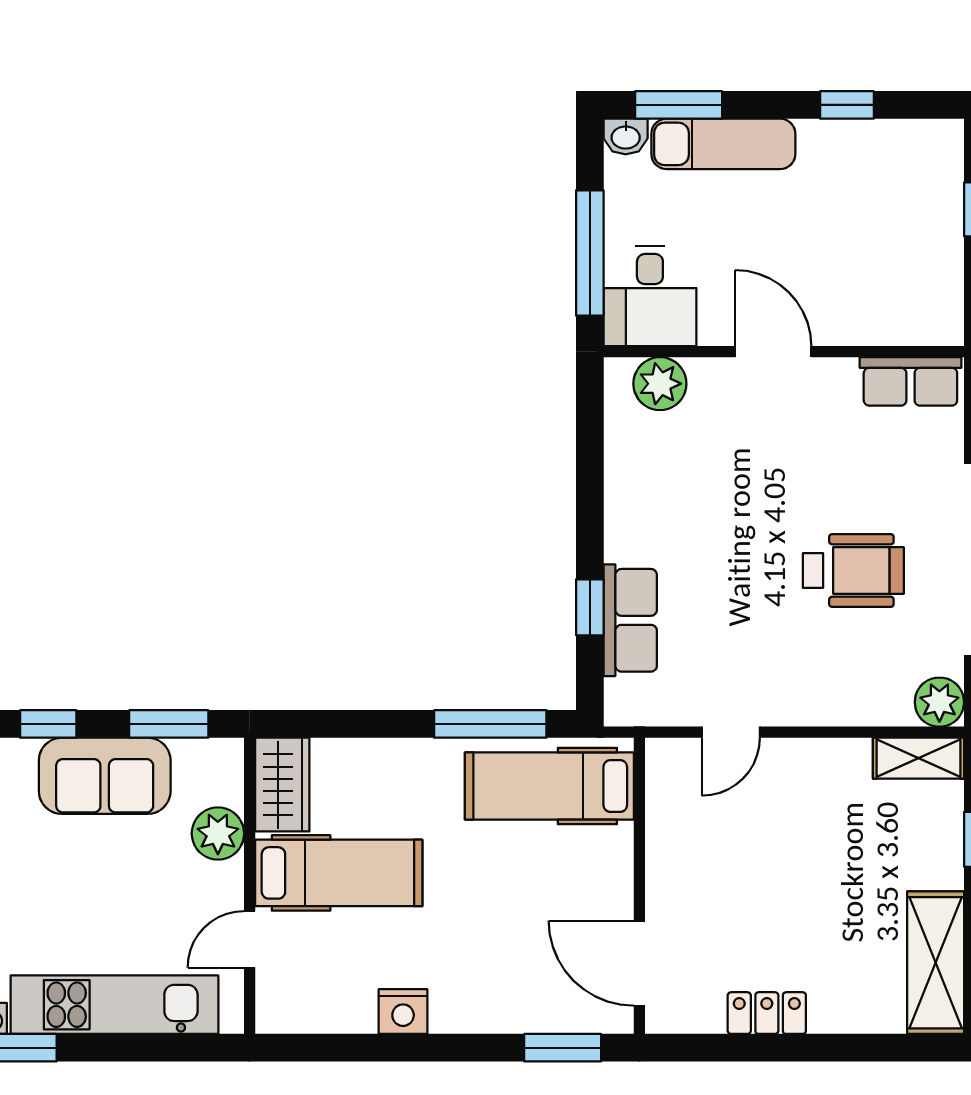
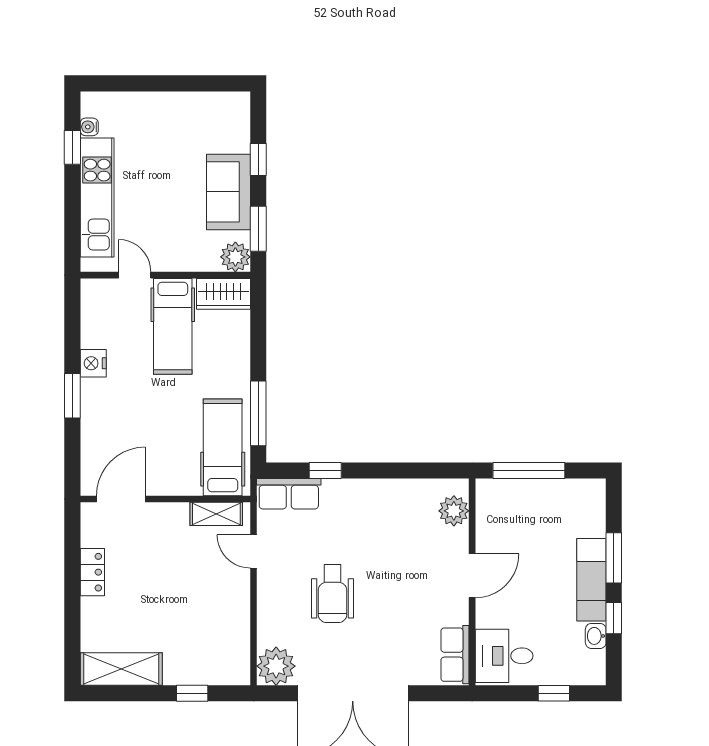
window: (679, 105) -> (614, 558), moved
washbasin: (626, 136) -> (596, 636), moved
exam couch: (723, 144) -> (591, 580), moved
desk: (650, 296) -> (504, 656), moved
wheelchair: (853, 571) -> (332, 594), moved
row of seats: (630, 620) -> (289, 494), moved
plant: (939, 702) -> (276, 666), width x1.36, depth x1.36
shelving: (918, 758) -> (216, 514), moved, turned 90
plant: (218, 834) -> (235, 257), moved
window: (563, 1048) -> (72, 396), moved

